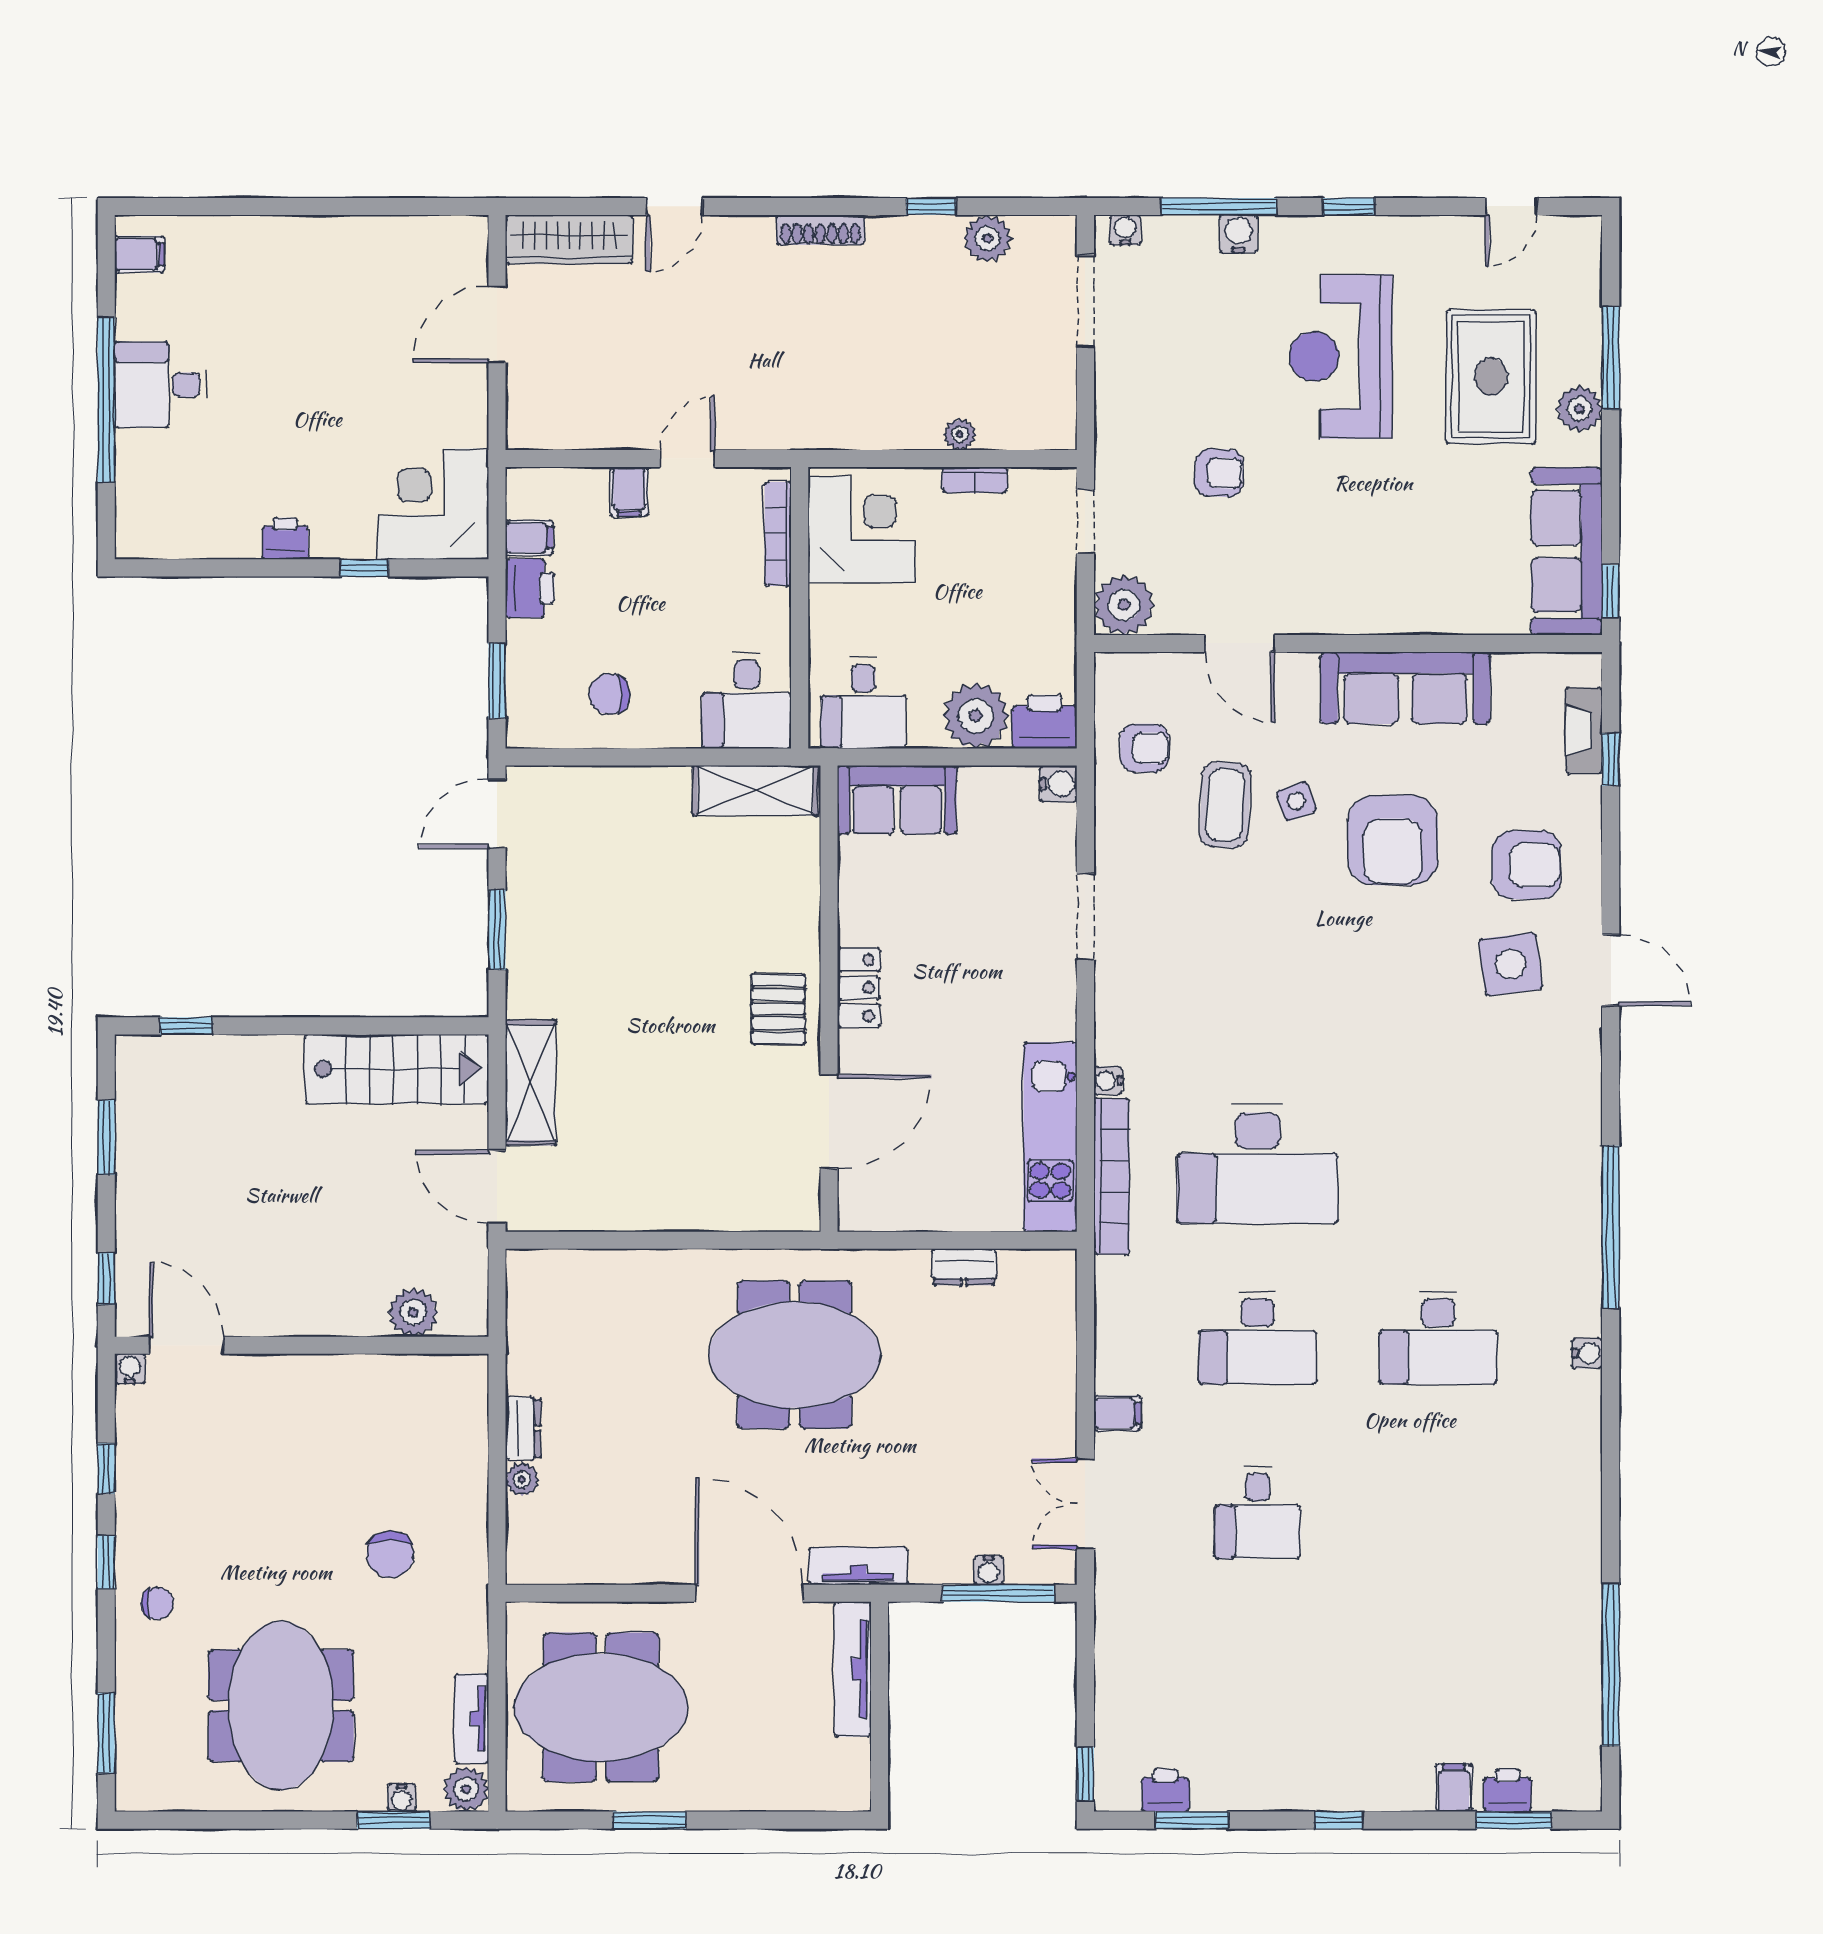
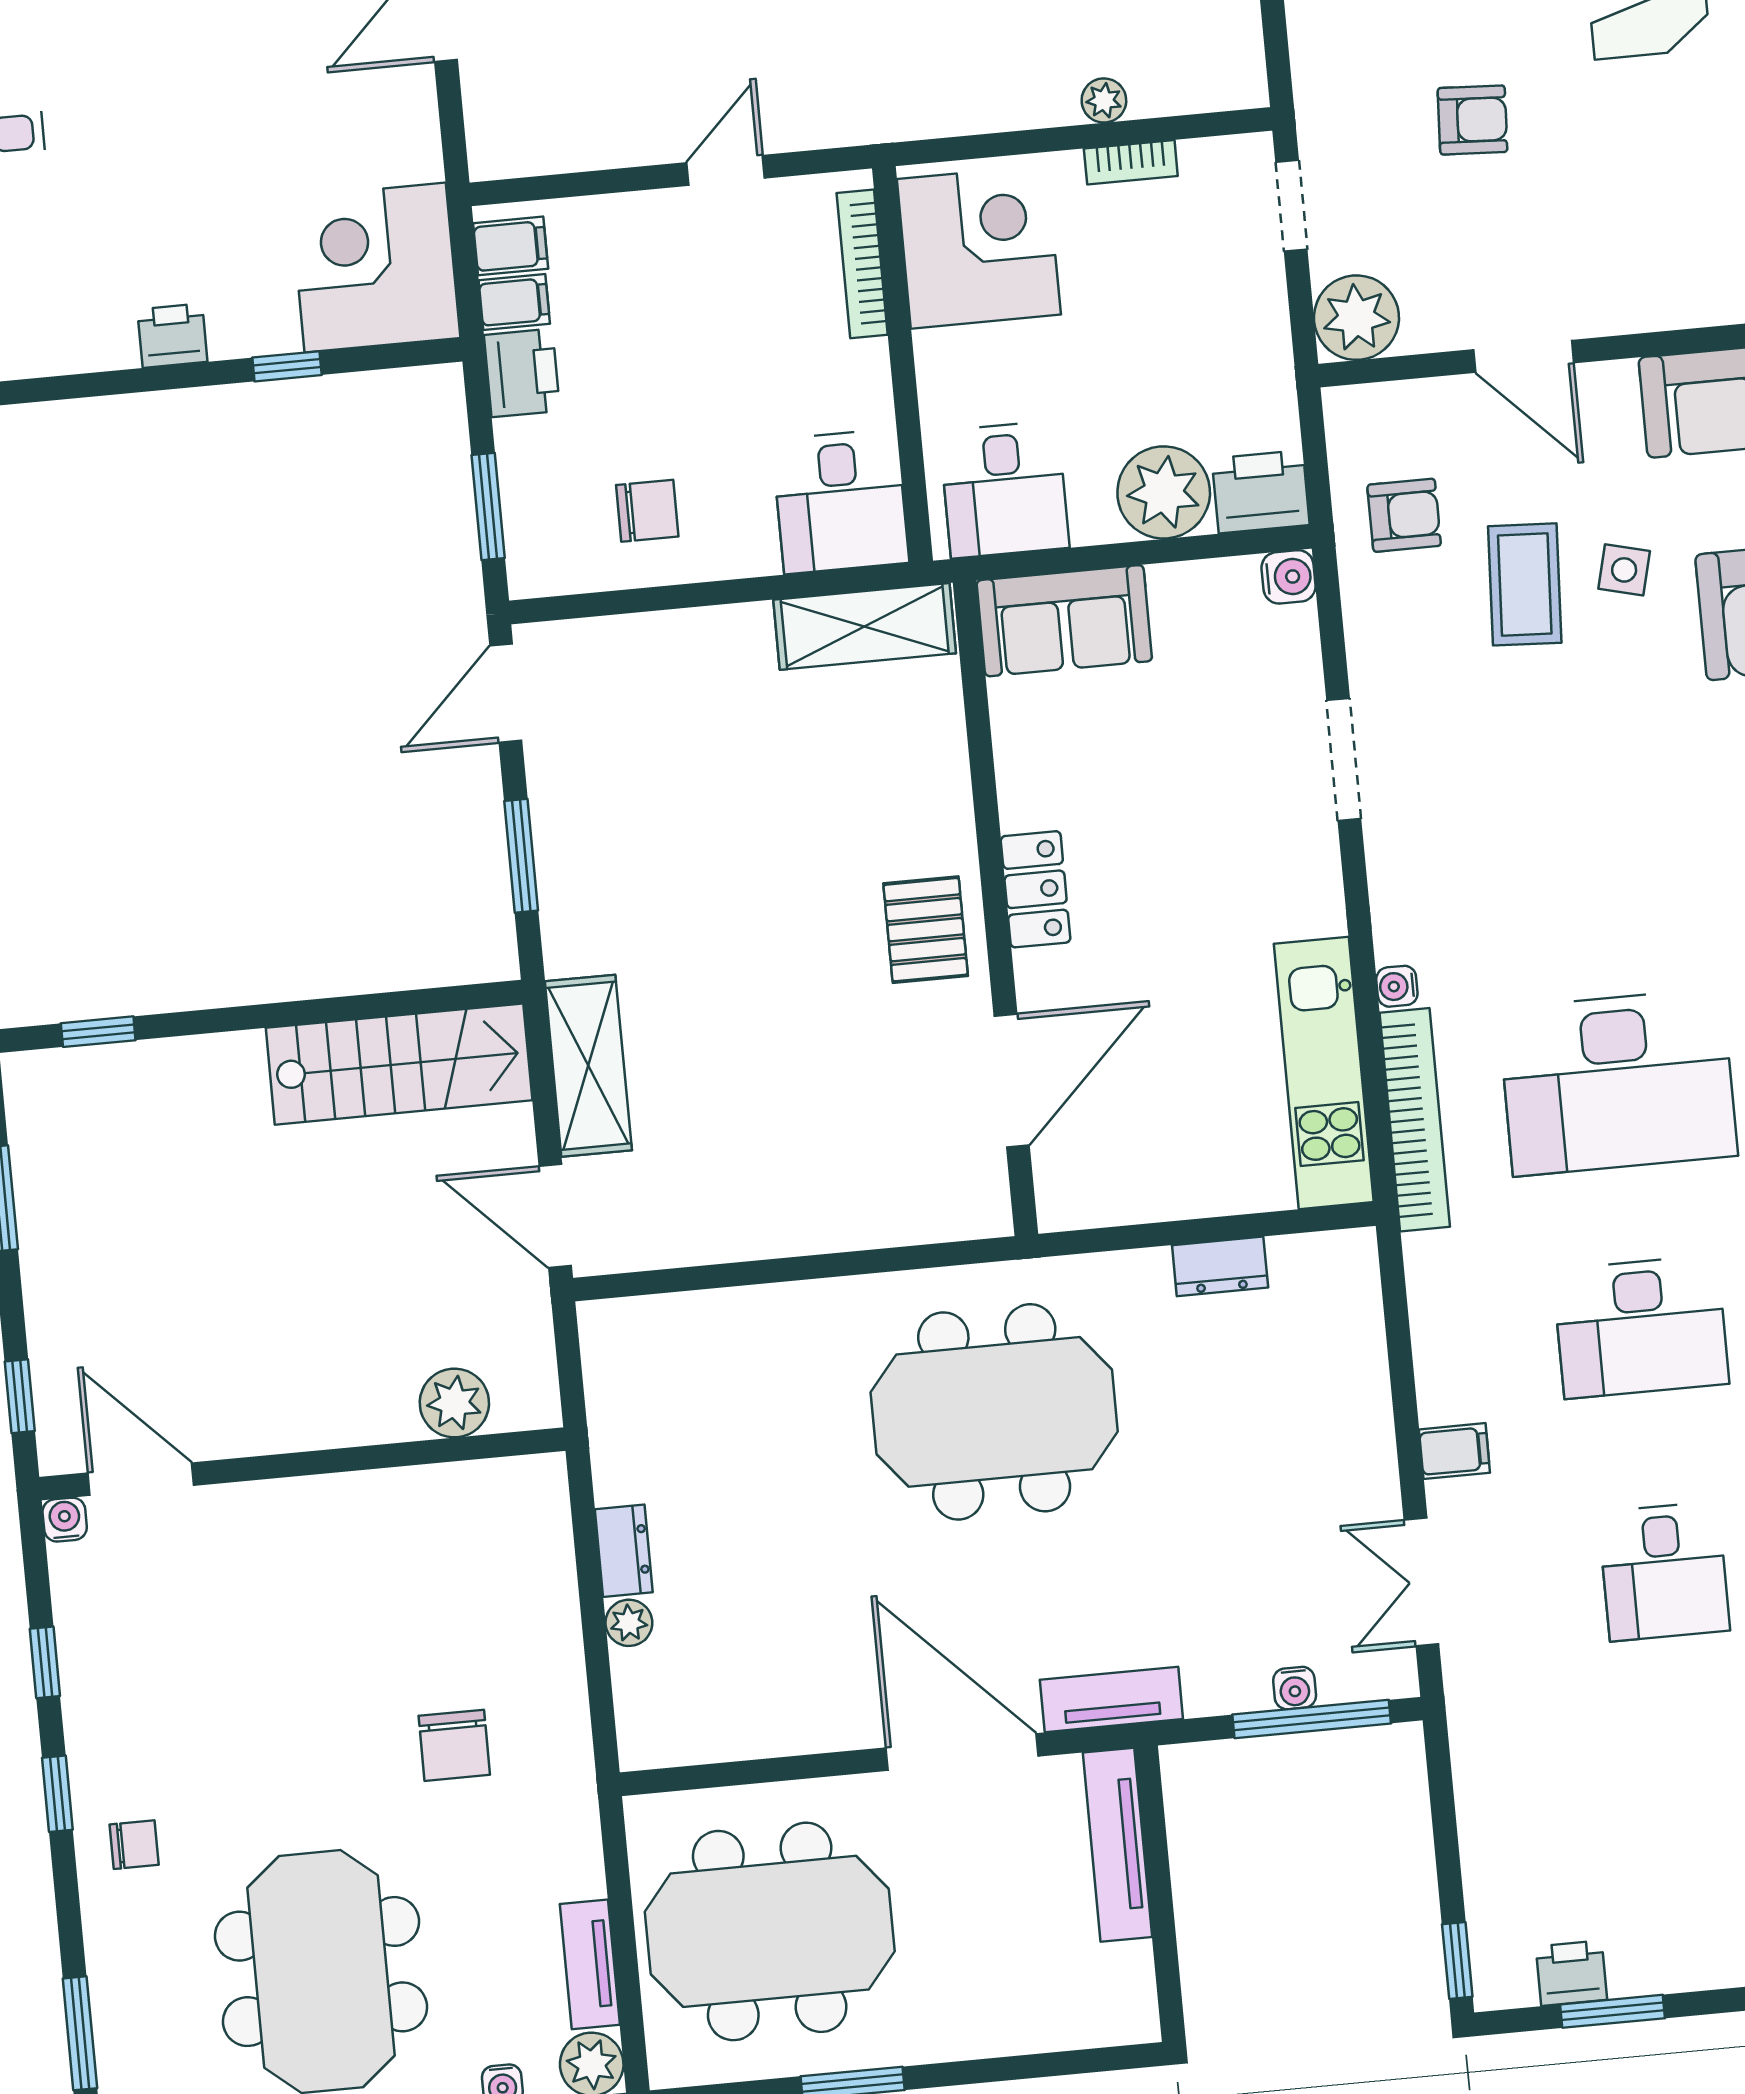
filing cabinet: (629, 492) -> (511, 246), moved, turned -90
chair: (609, 694) -> (647, 511), turned 180
side table: (1296, 801) -> (1624, 570), turned 34

